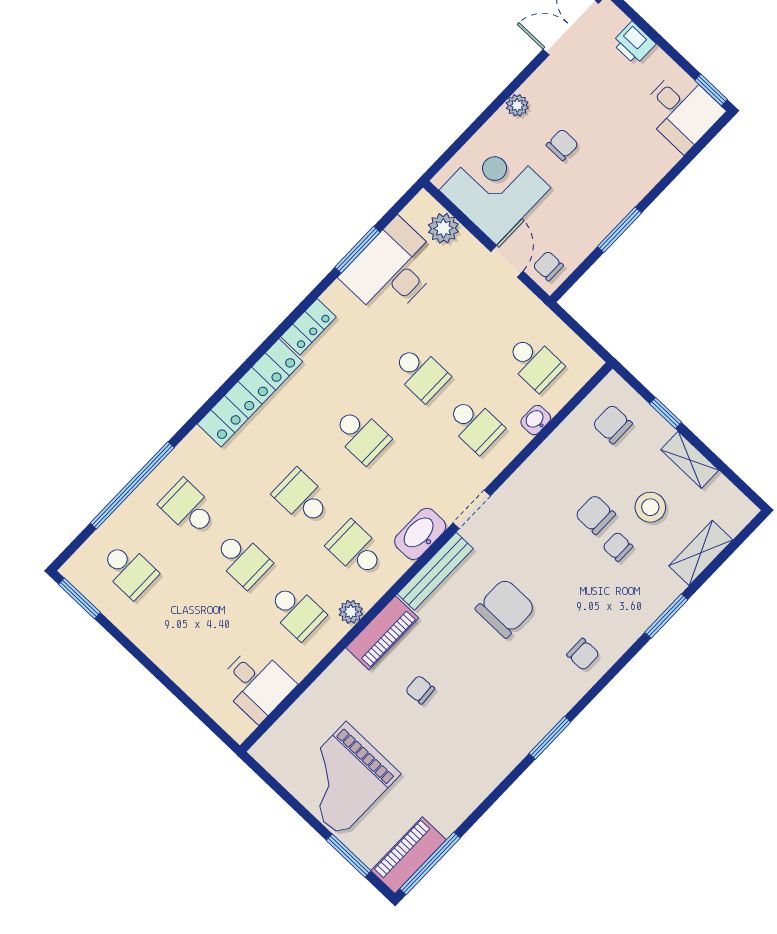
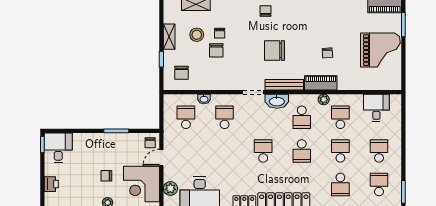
school desk: (421, 373) -> (379, 151), moved

